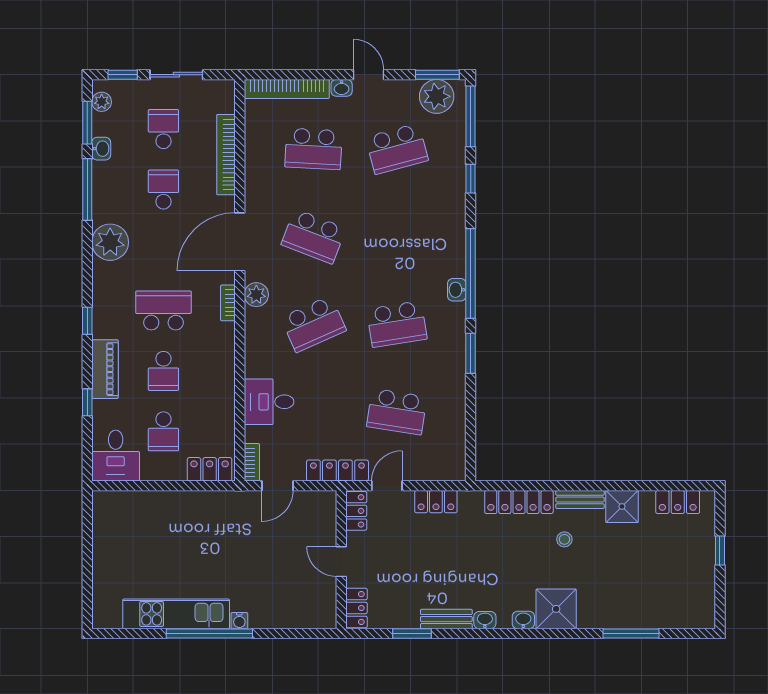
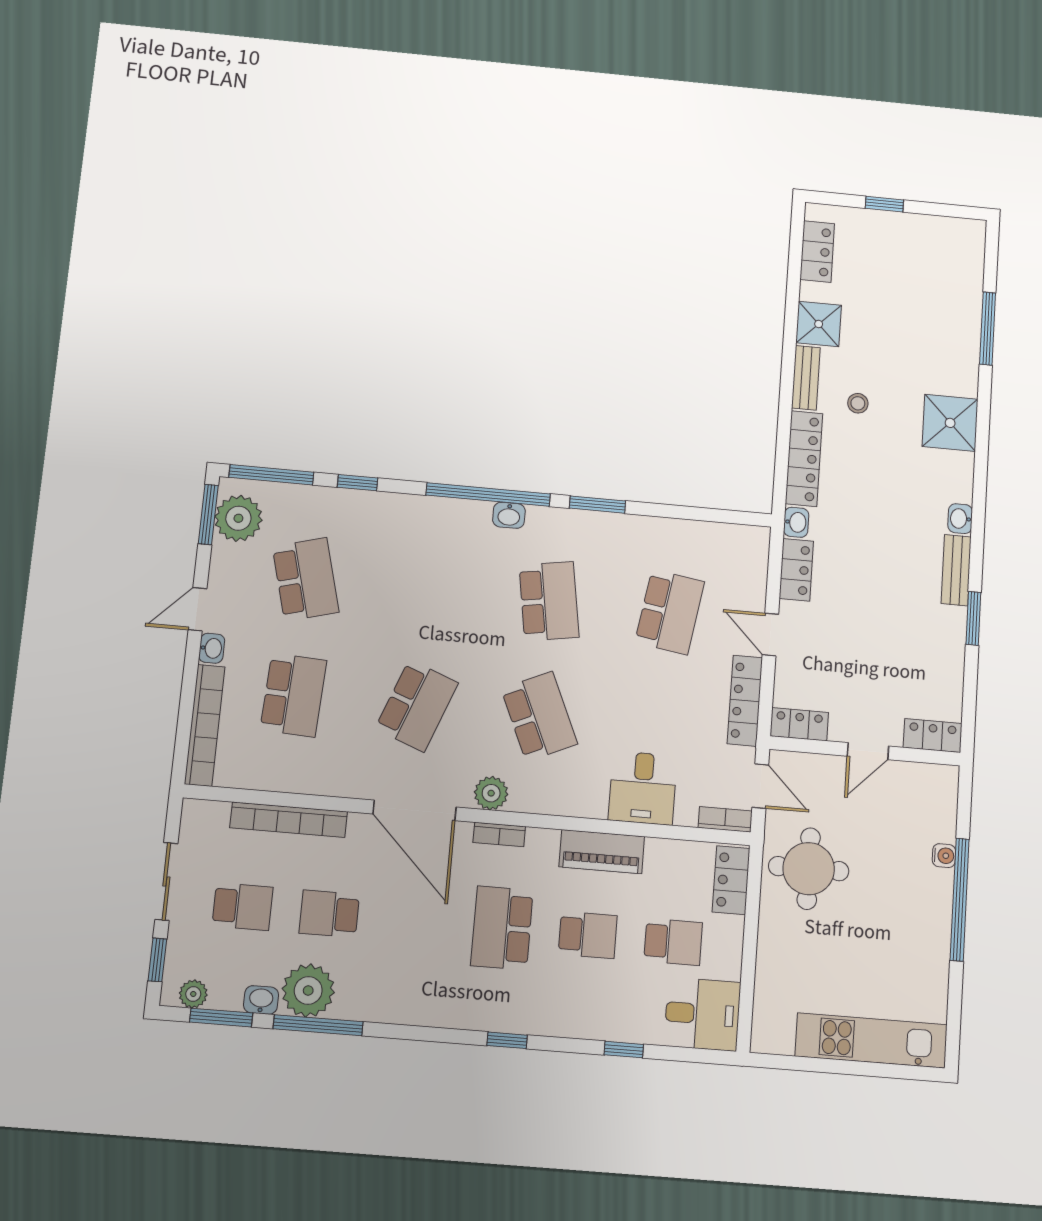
school desk: (163, 129) -> (243, 907), turned 180
plant: (110, 242) -> (308, 991), moved
piano: (105, 369) -> (602, 852), moved, turned 180
locker: (356, 511) -> (799, 724), moved
round table: (222, 524) -> (809, 869), added
wall: (341, 560) -> (865, 751), moved
door: (341, 562) -> (868, 751), moved
locker: (356, 608) -> (933, 736), moved
kitchen unit: (176, 614) -> (871, 1040), moved, turned 90
washbasin: (523, 620) -> (796, 522), moved, turned 180

